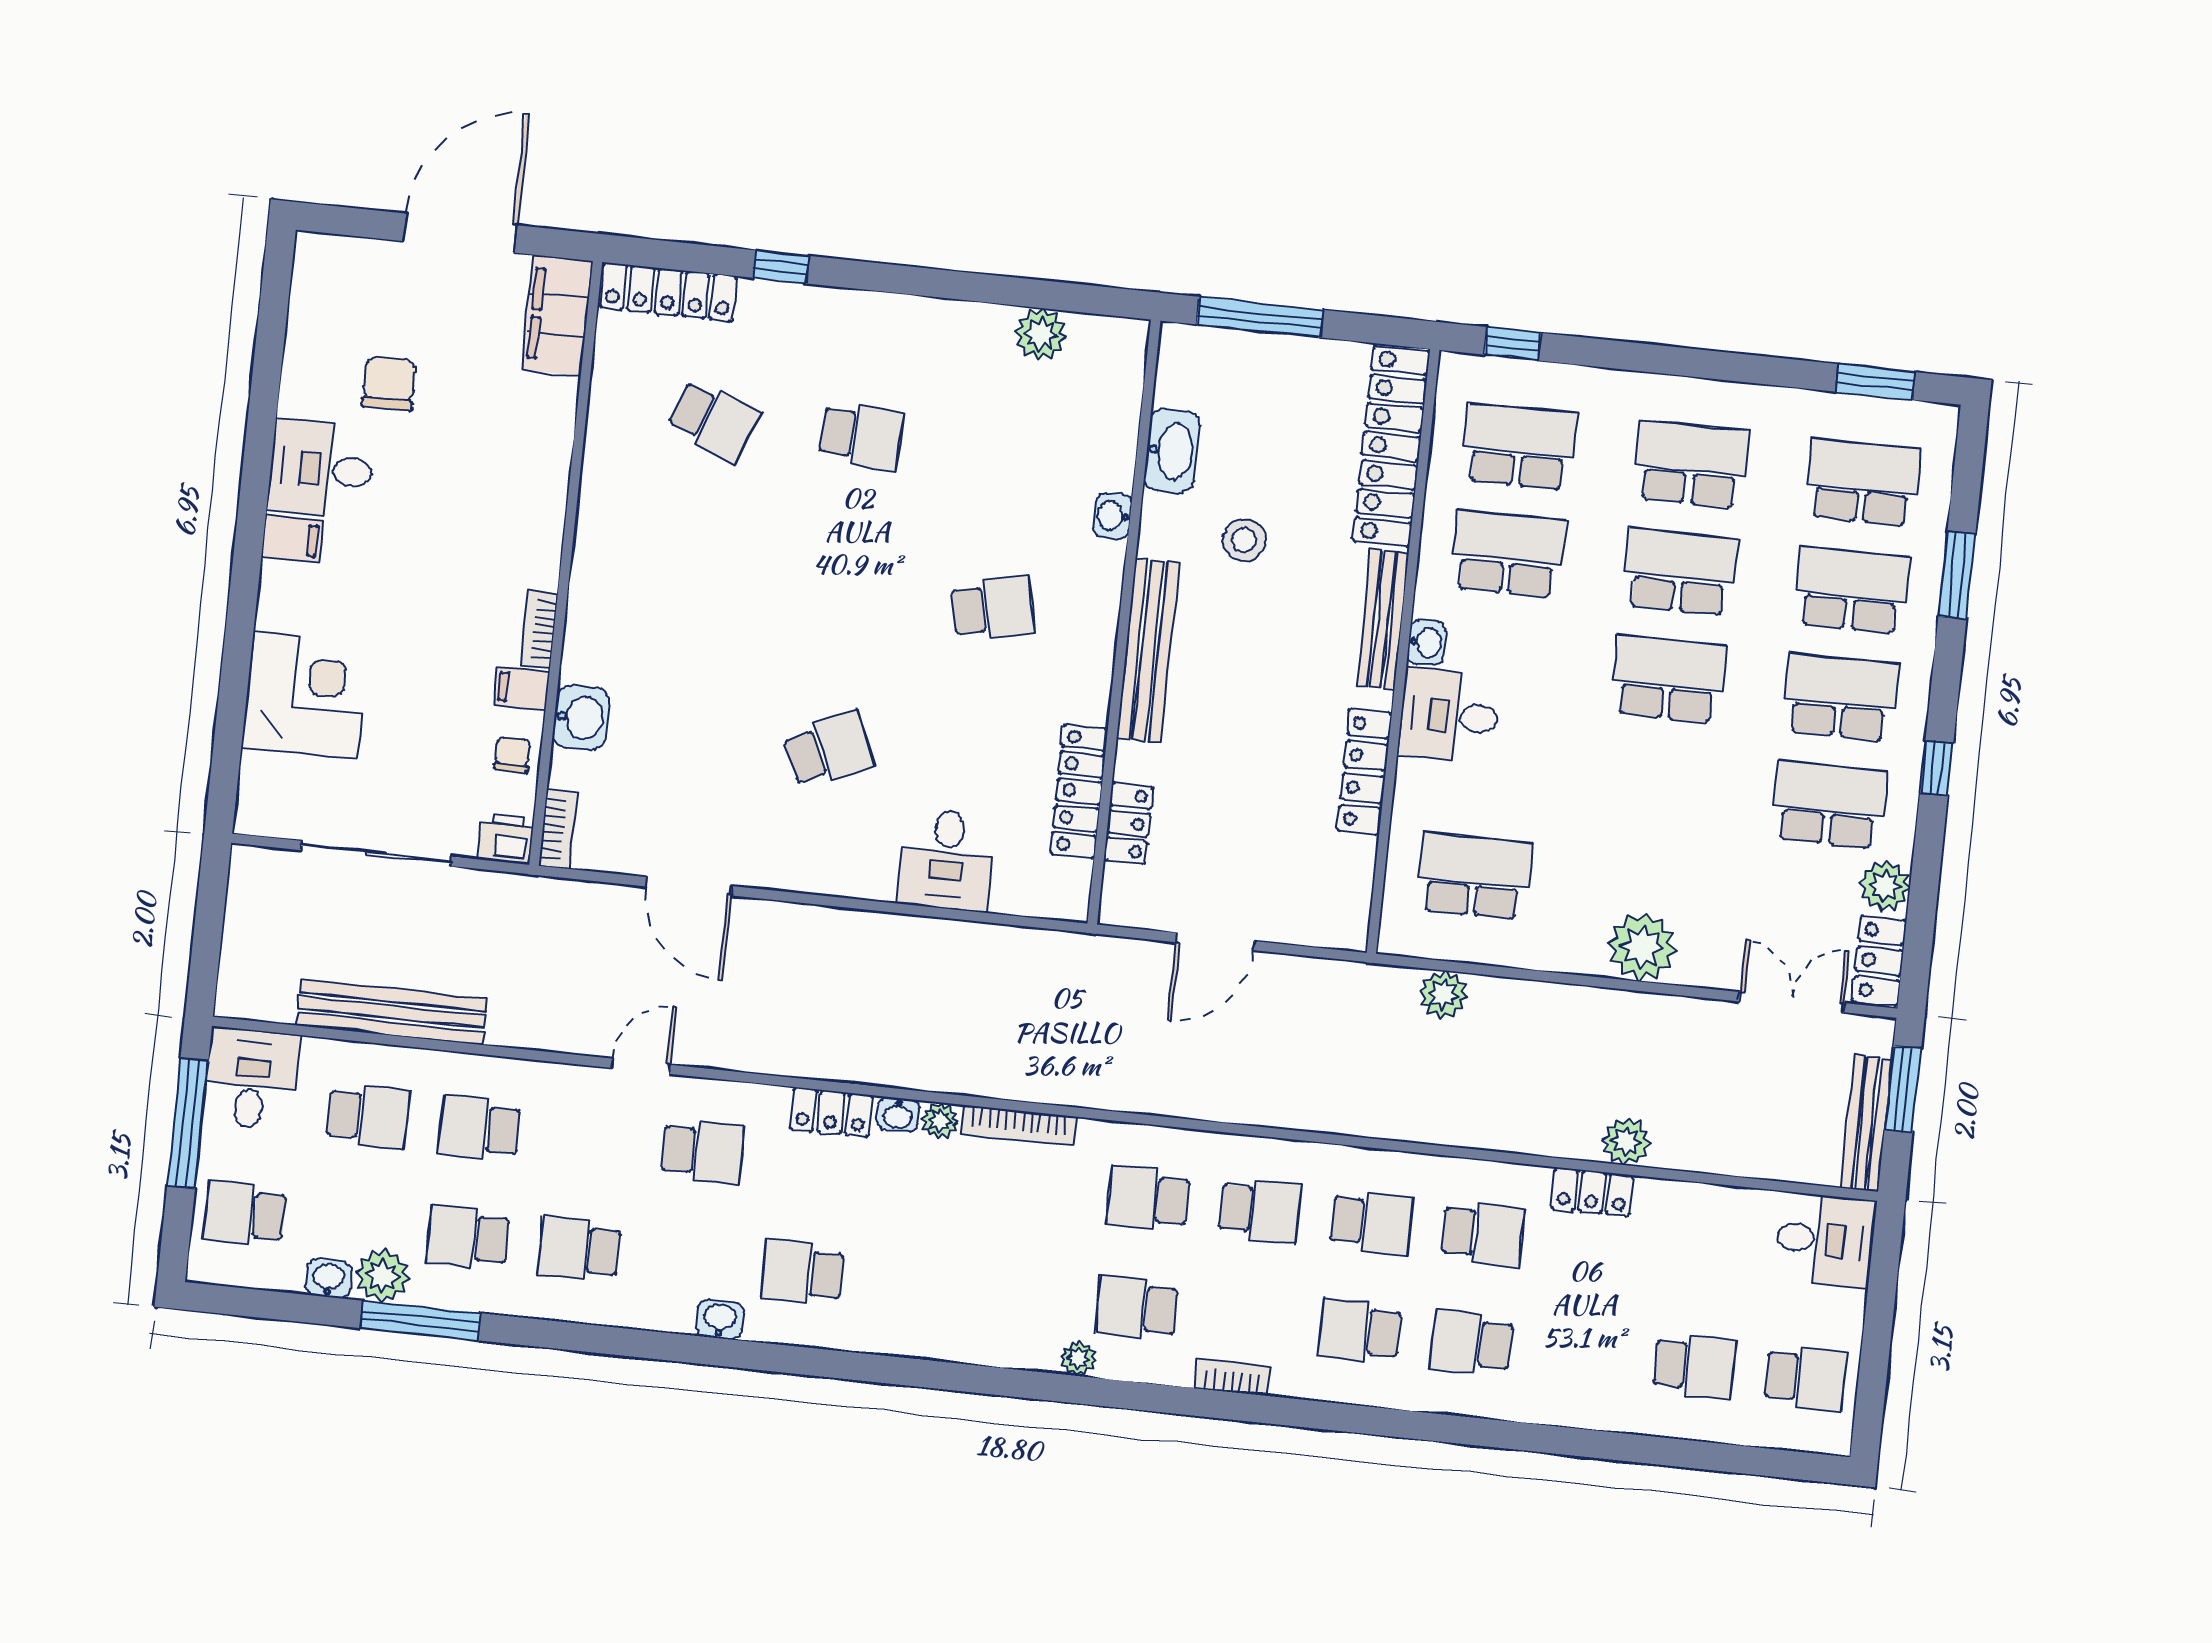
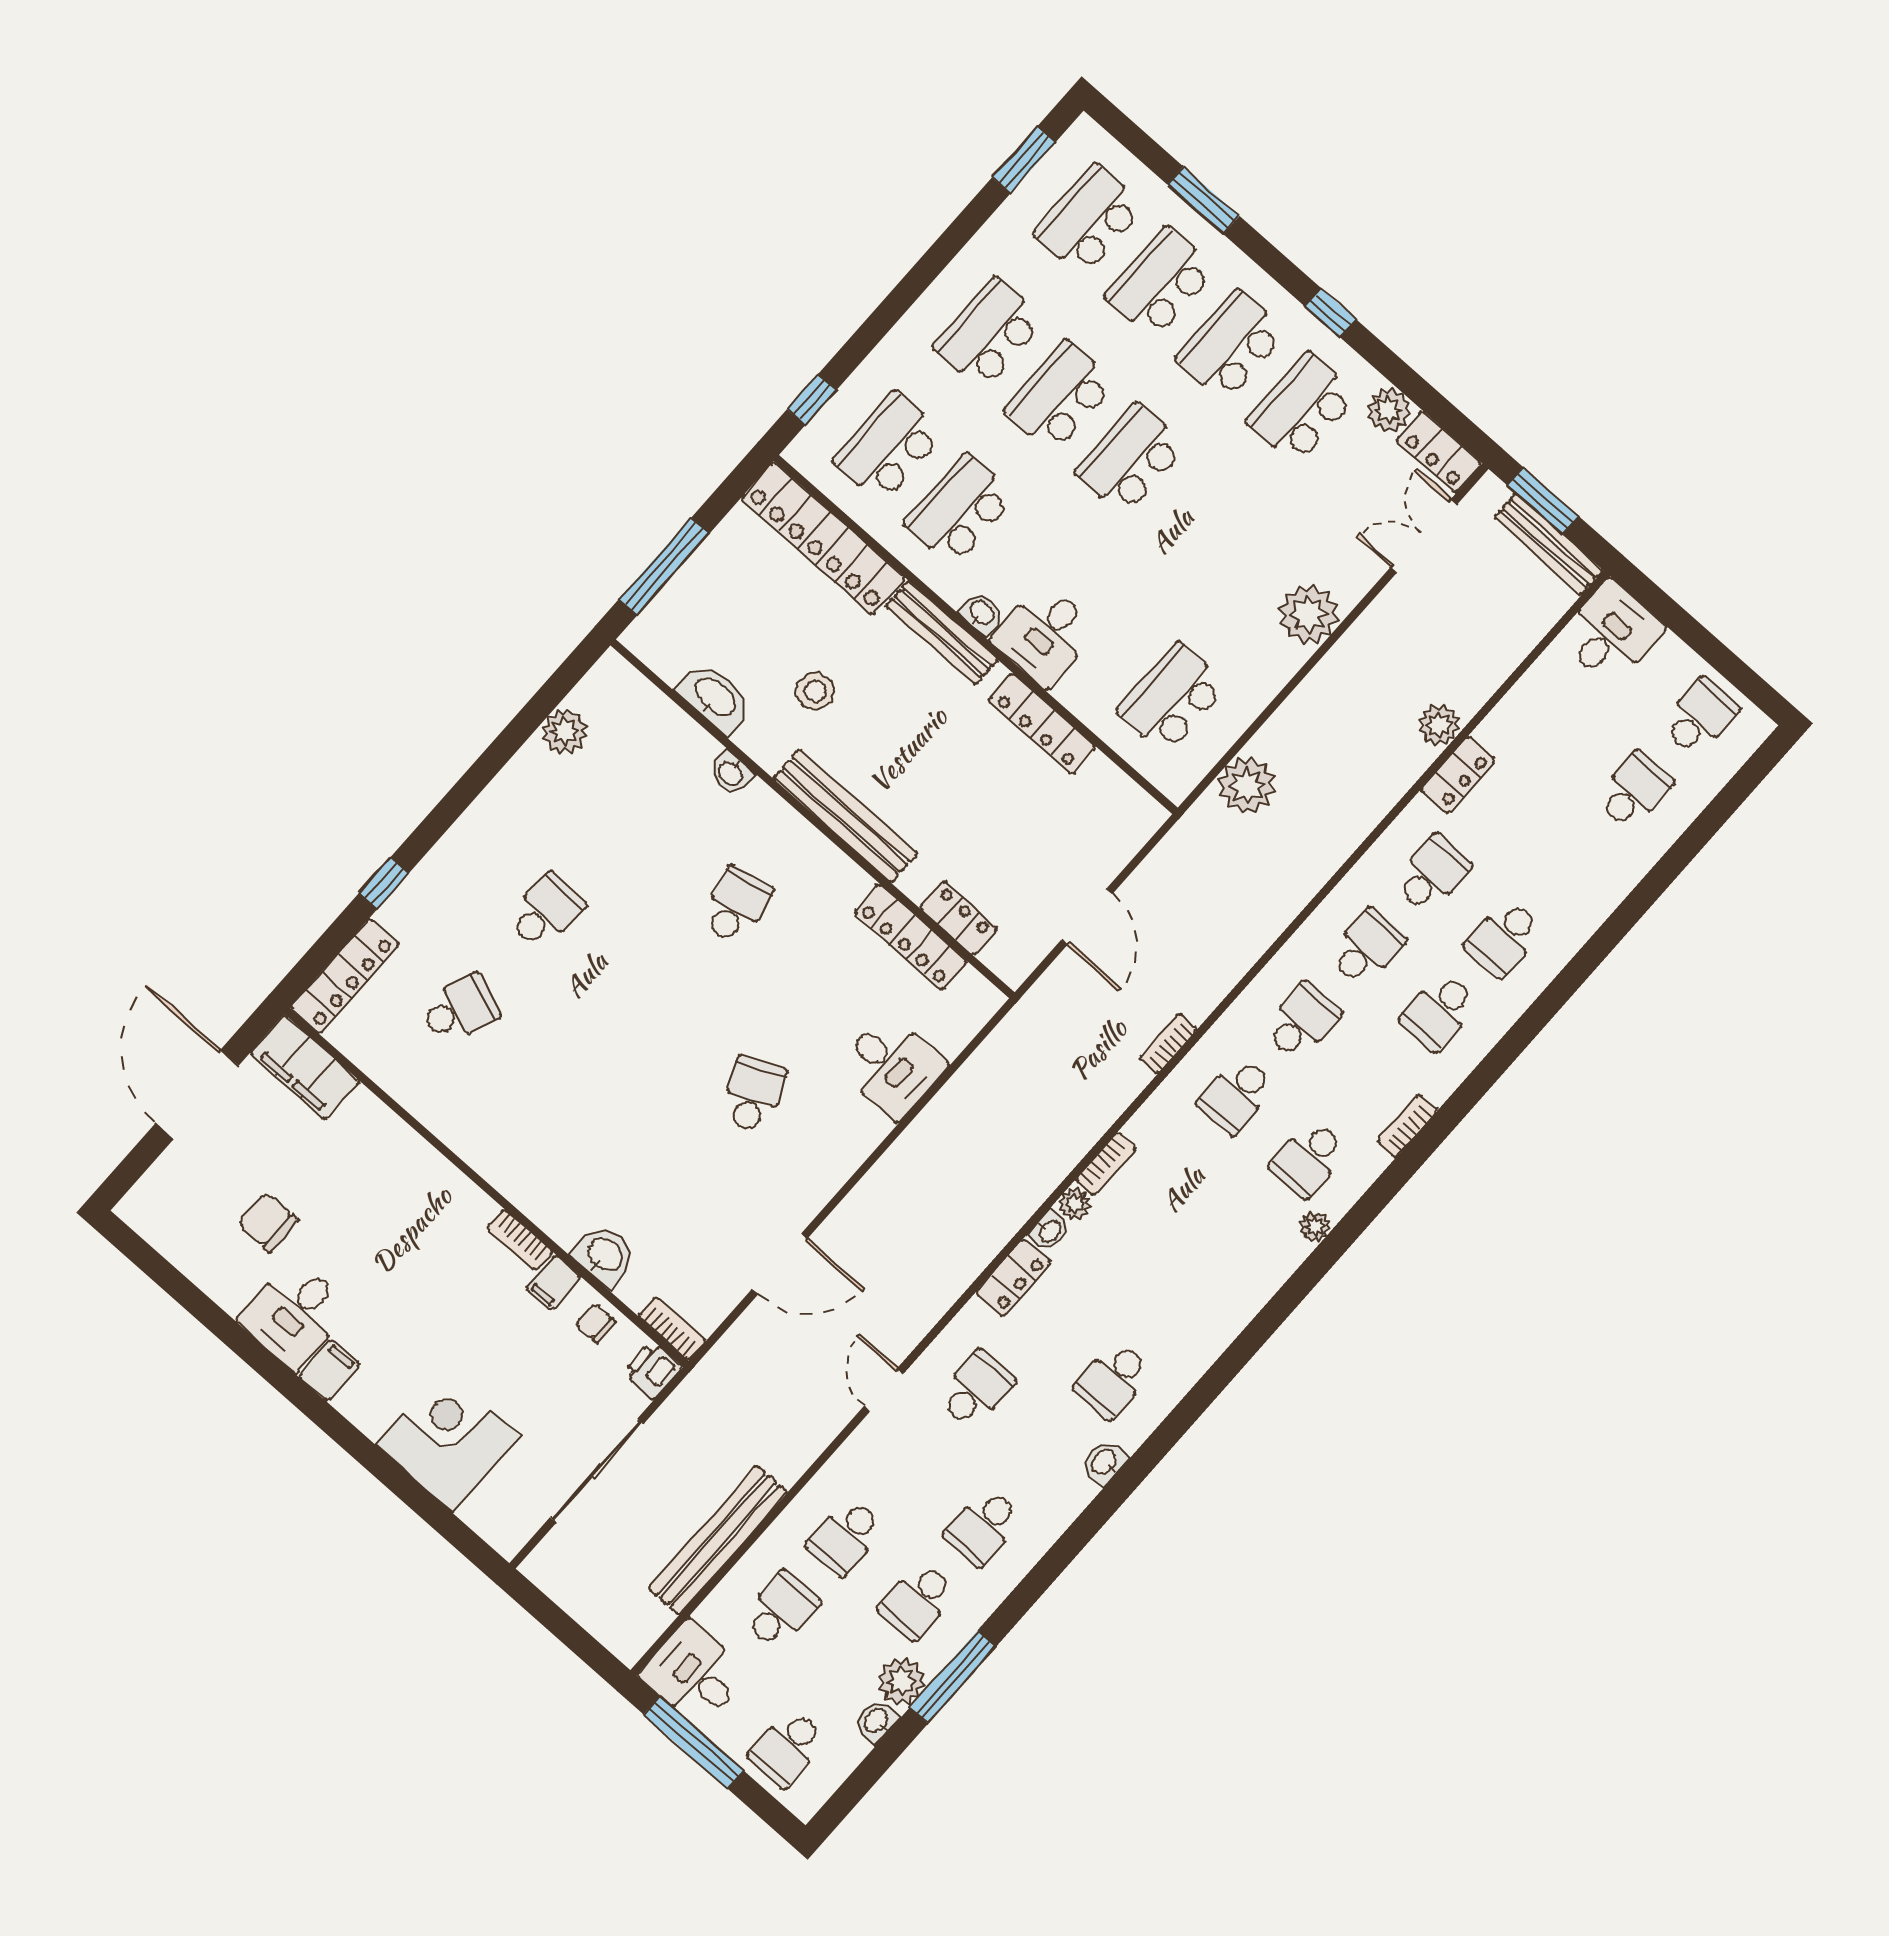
plant: (1443, 995) -> (1247, 786), width x1.36, depth x1.36
bookcase: (1151, 1101) -> (1168, 1044), added
bookcase: (1018, 1125) -> (1106, 1164), width x0.64

